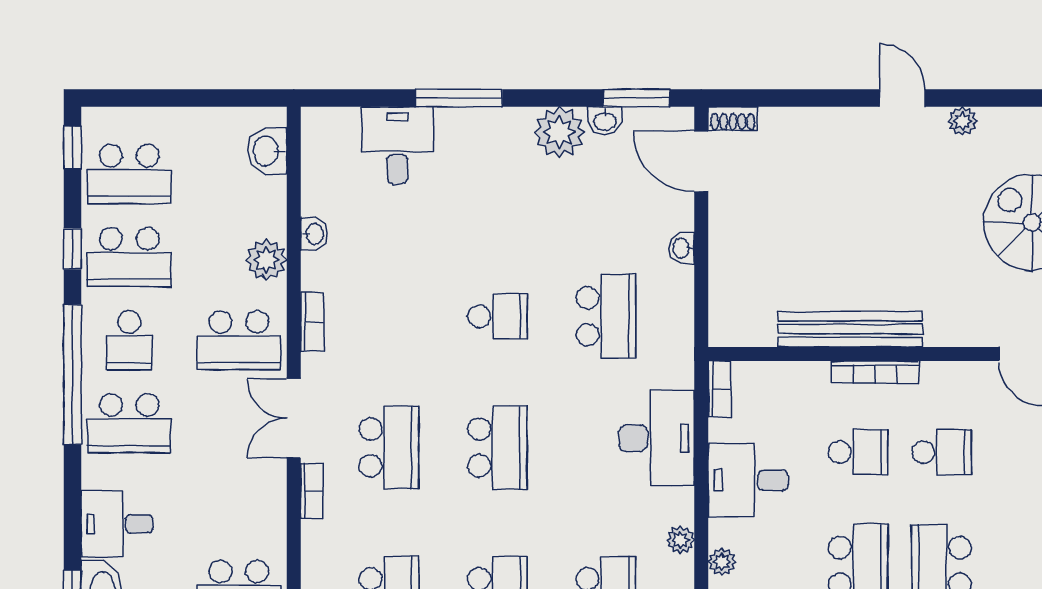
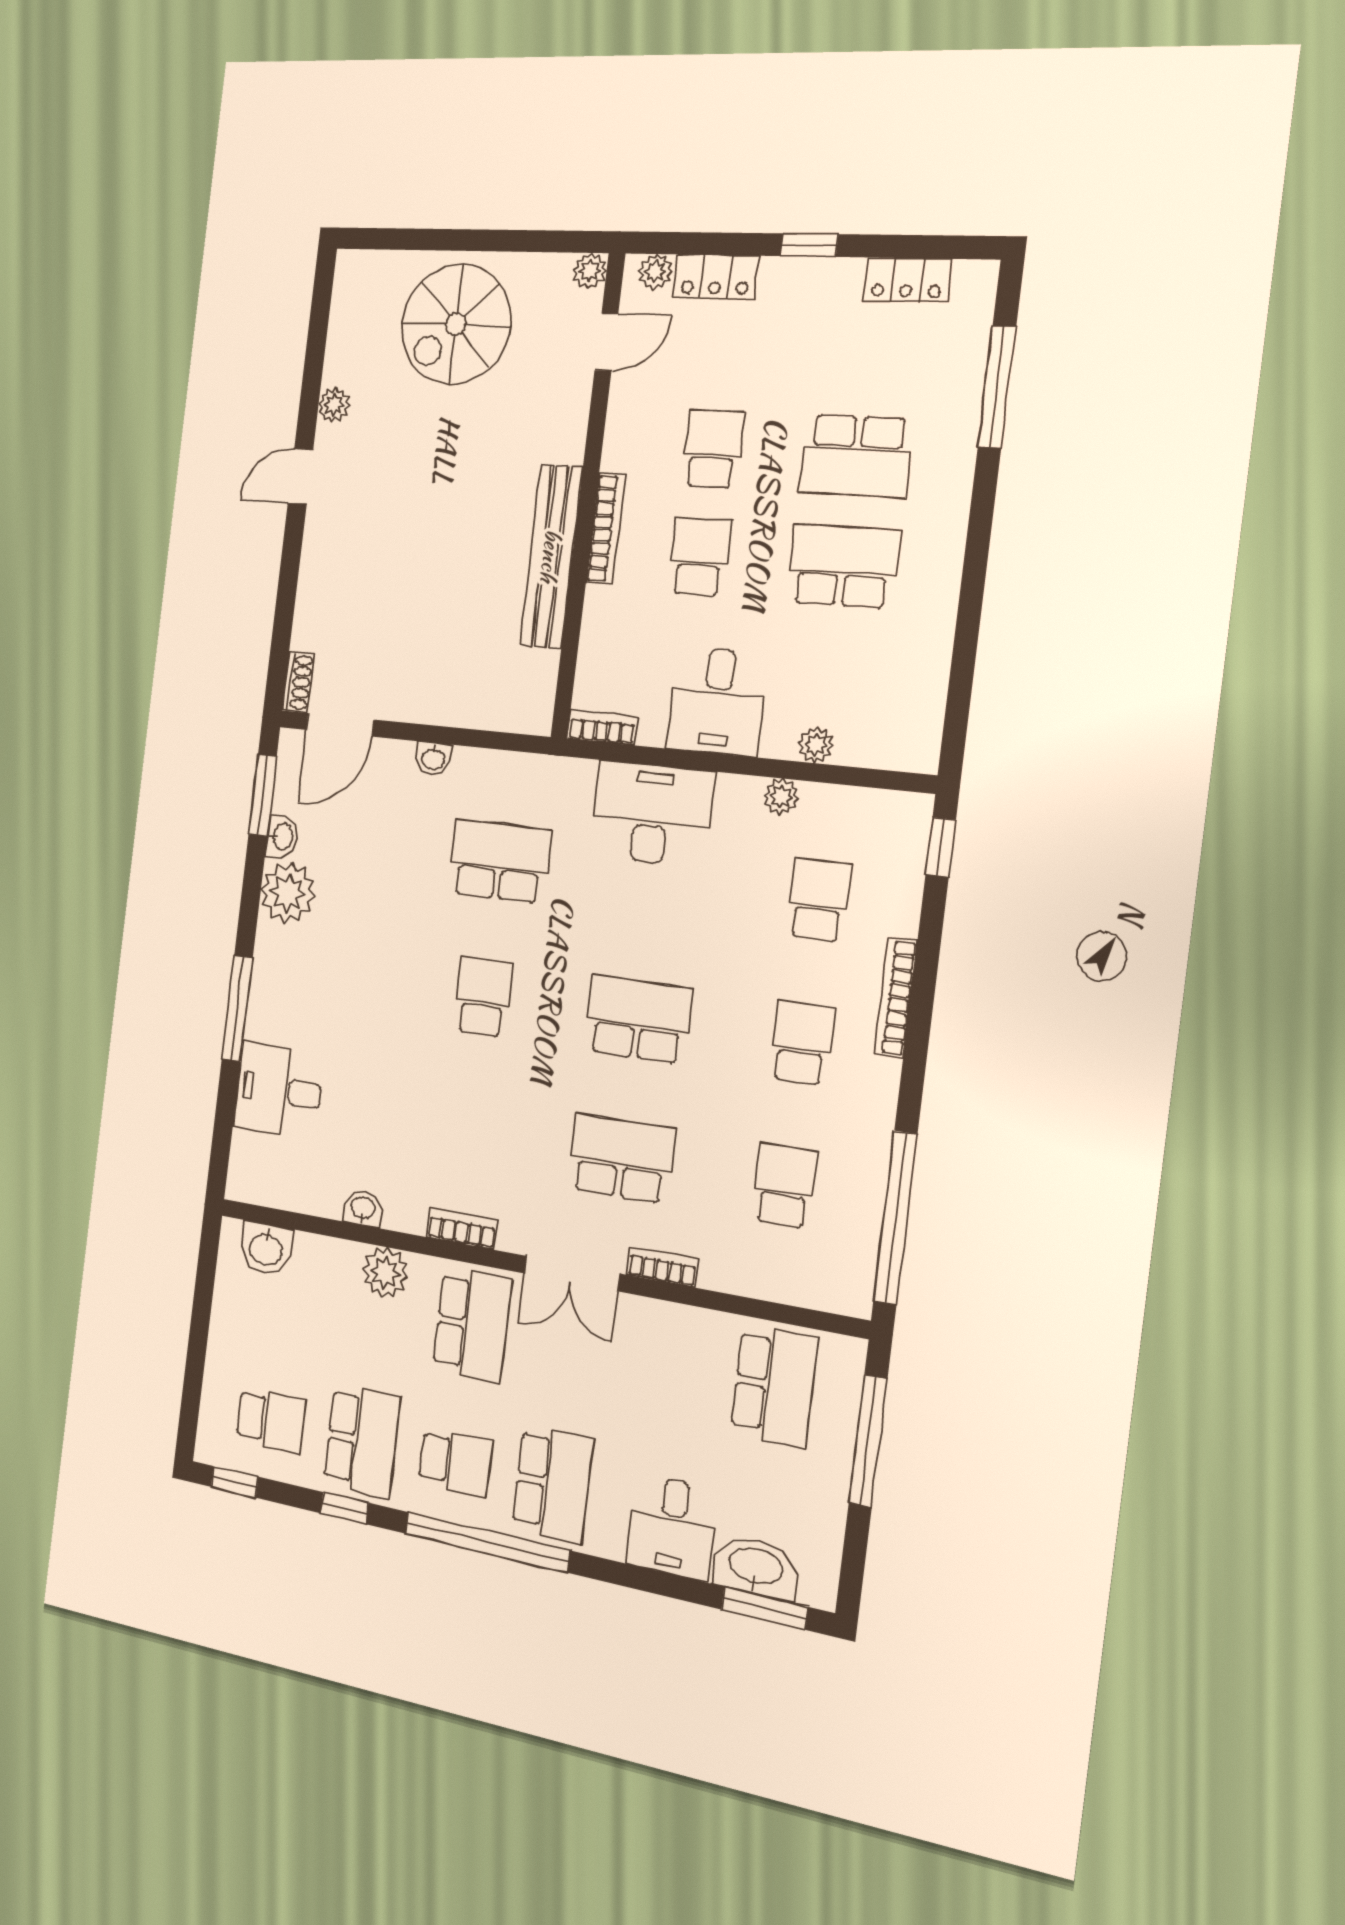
school desk: (129, 174) -> (271, 1420), width x0.54

